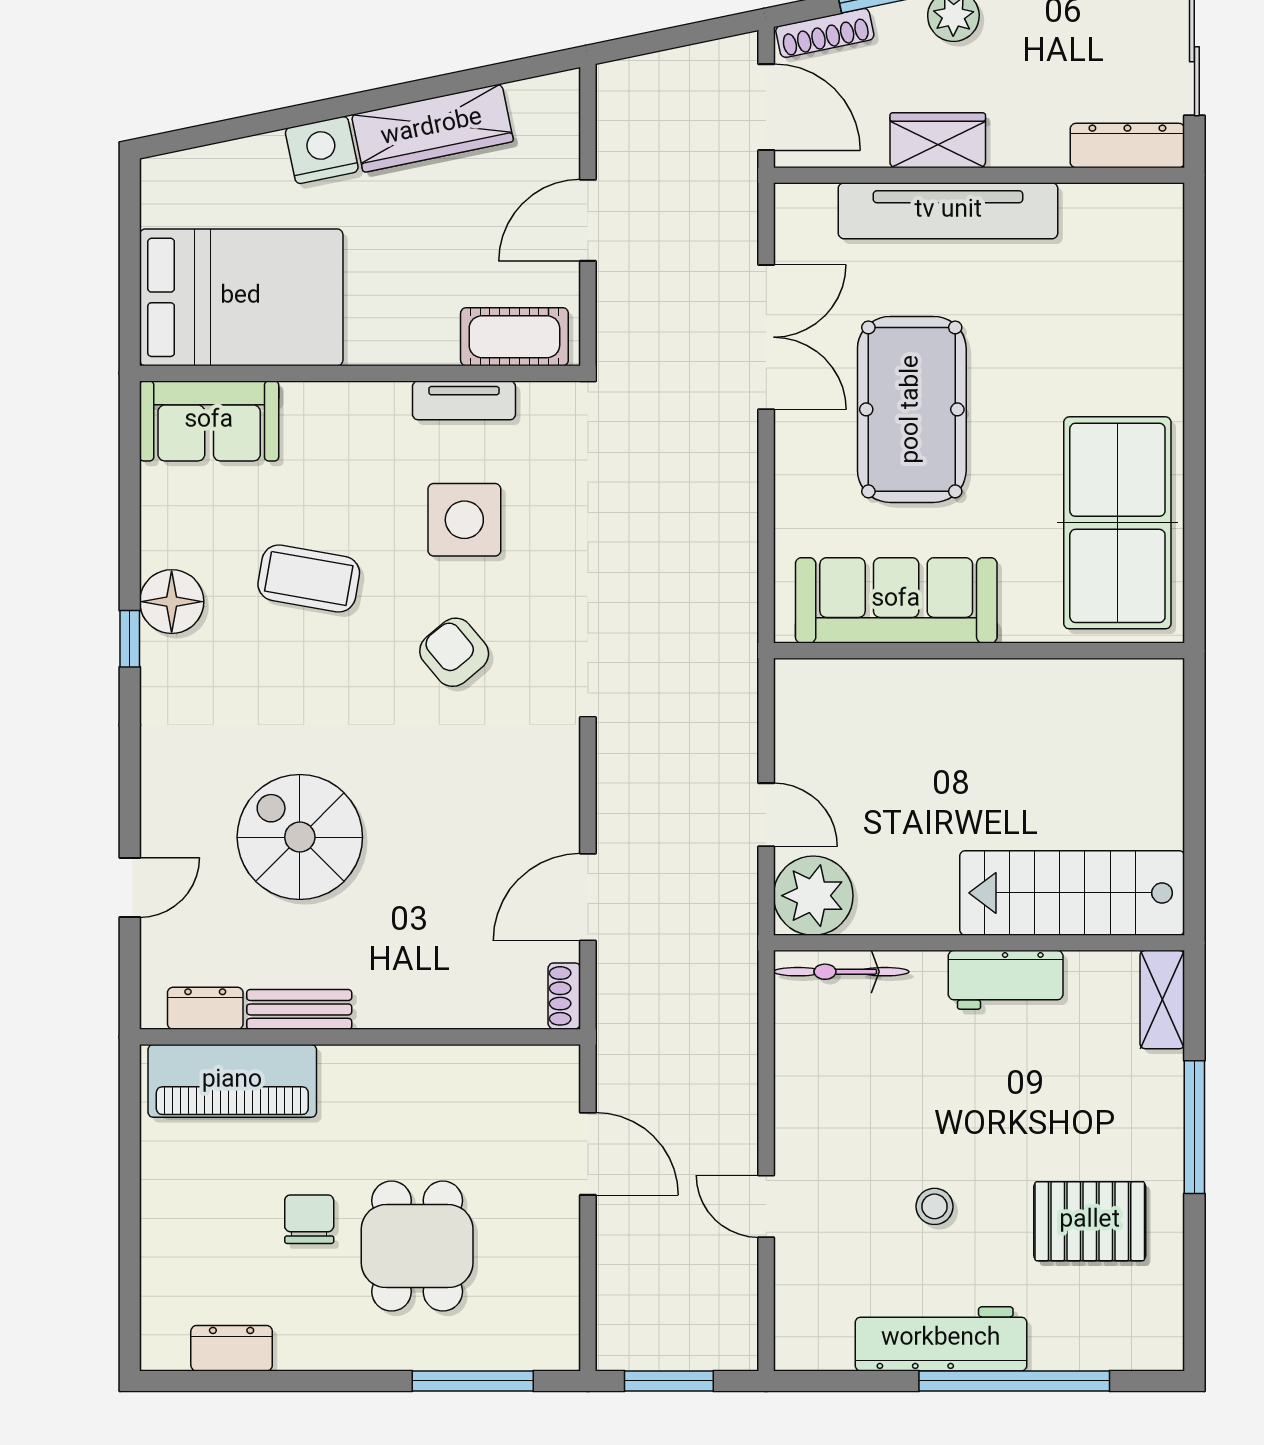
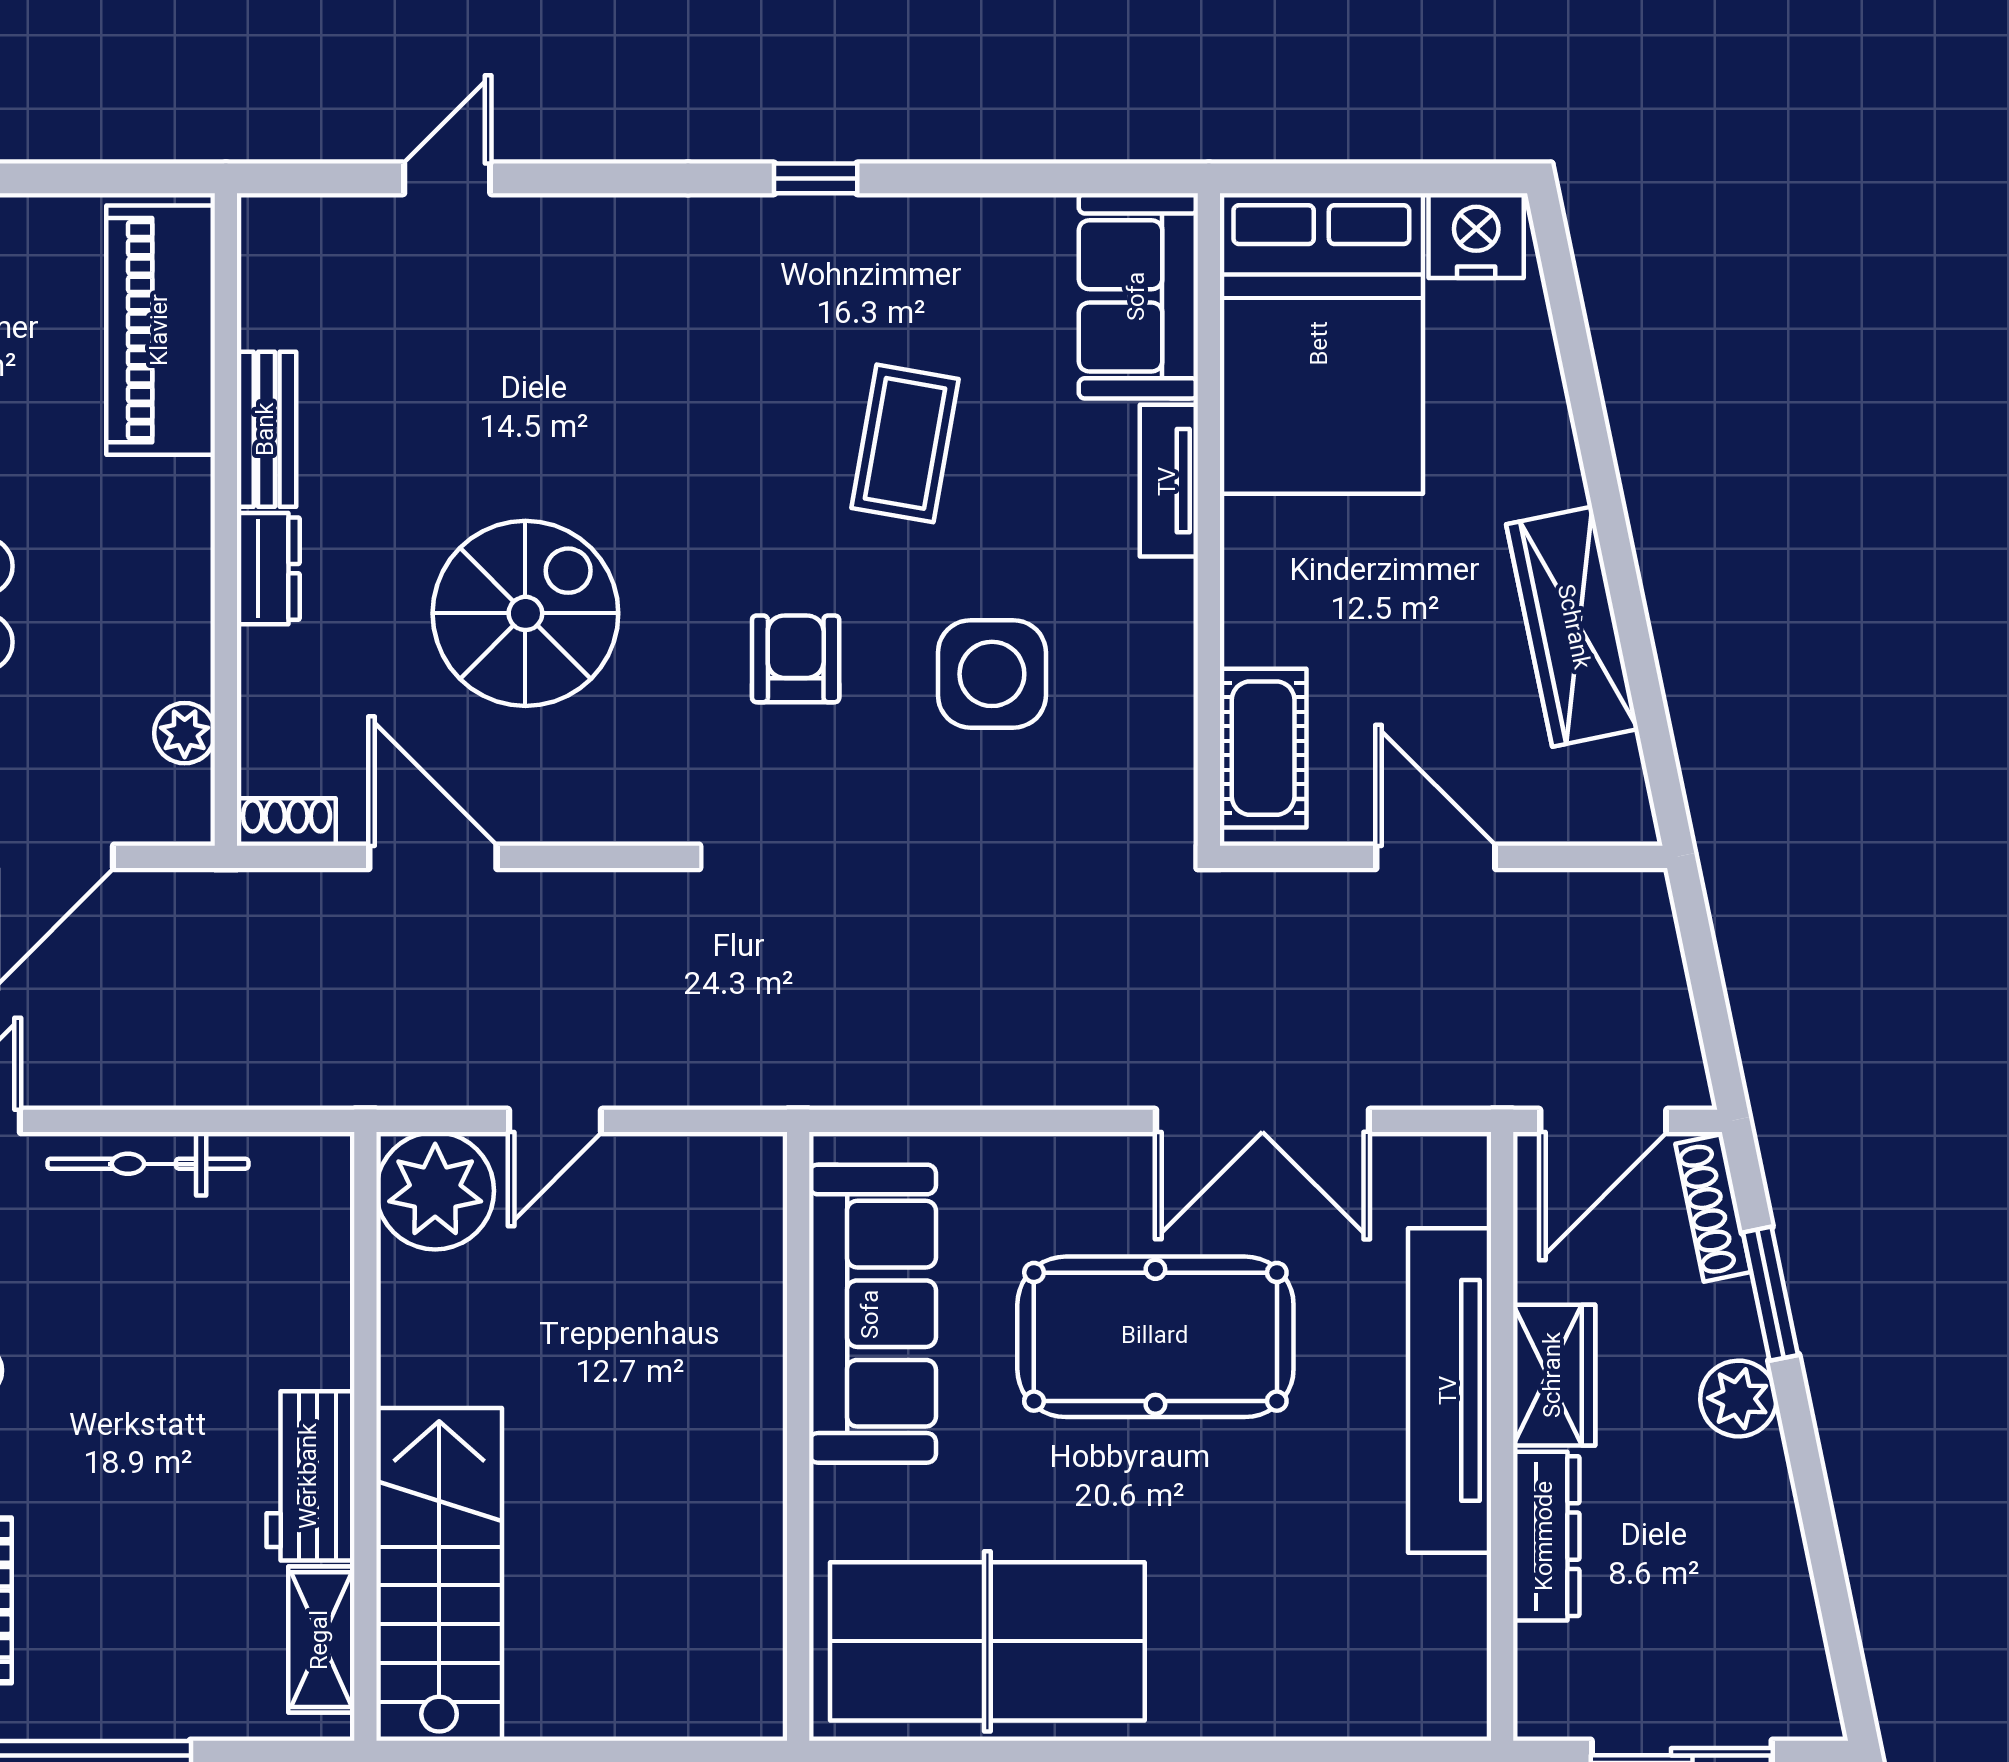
dresser: (1127, 146) -> (1546, 1536), moved
nightstand: (322, 150) -> (1476, 236), moved, turned -78
tv unit: (464, 400) -> (1169, 481), moved
floor lamp: (172, 602) -> (871, 240), removed
armchair: (454, 652) -> (796, 659), turned -50
spiral stairs: (300, 837) -> (525, 613), moved
door: (130, 887) -> (447, 178), swing flipped
bicycle: (841, 972) -> (148, 1164), moved, turned -90
shelving: (1162, 1000) -> (321, 1640), moved, turned 90
dresser: (205, 1008) -> (268, 569), moved
plant: (504, 1065) -> (185, 733), added

